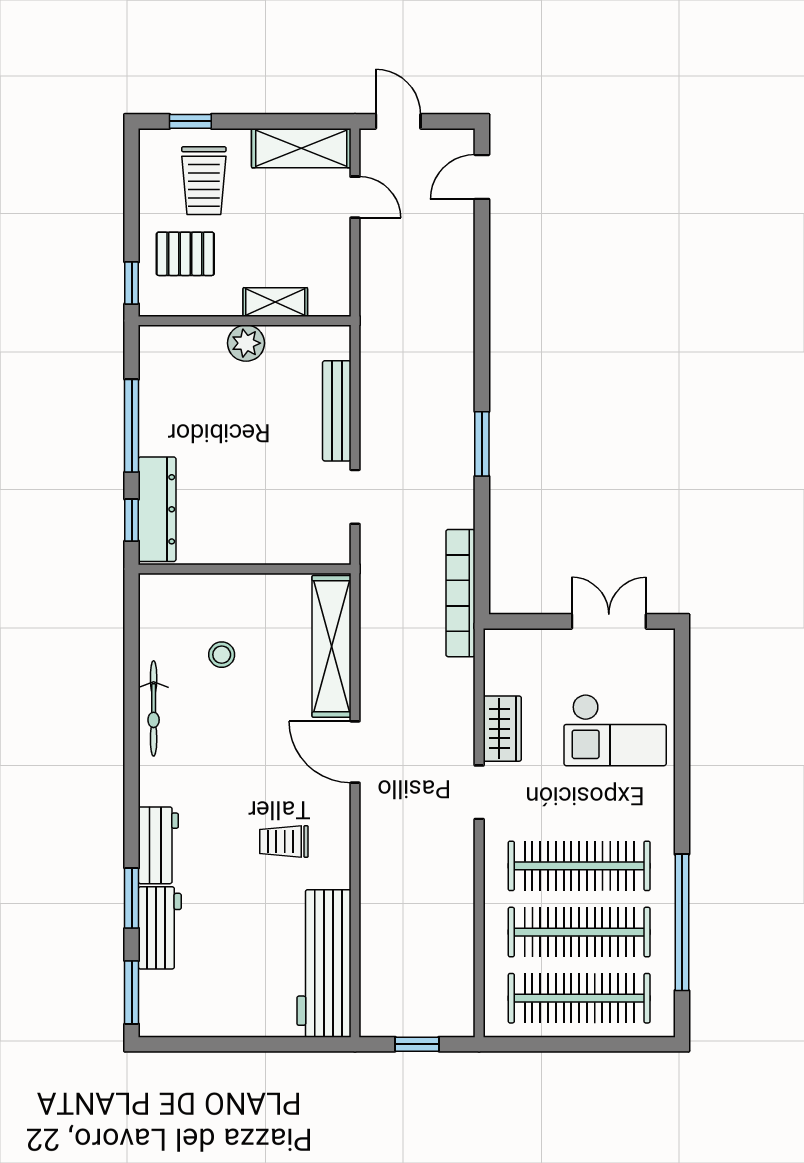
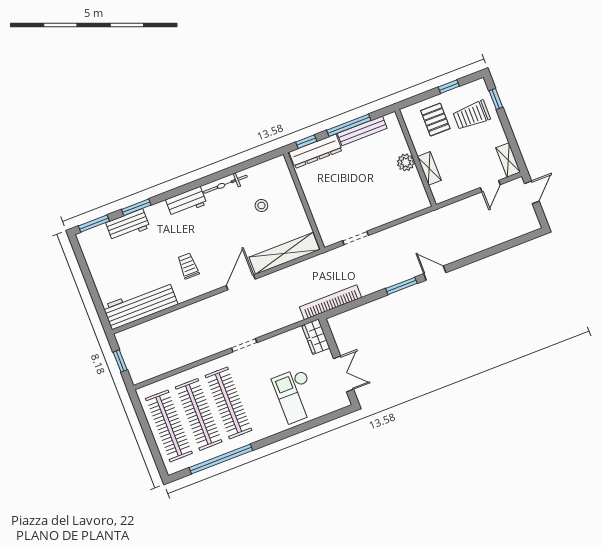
shelving: (301, 148) -> (508, 160), width x0.67, depth x0.75
door: (482, 177) -> (435, 273), moved
window: (132, 283) -> (449, 87), moved
bench: (337, 411) -> (362, 131), moved
wardrobe: (502, 729) -> (316, 337), moved, turned 90
workbench: (158, 845) -> (186, 202), moved

